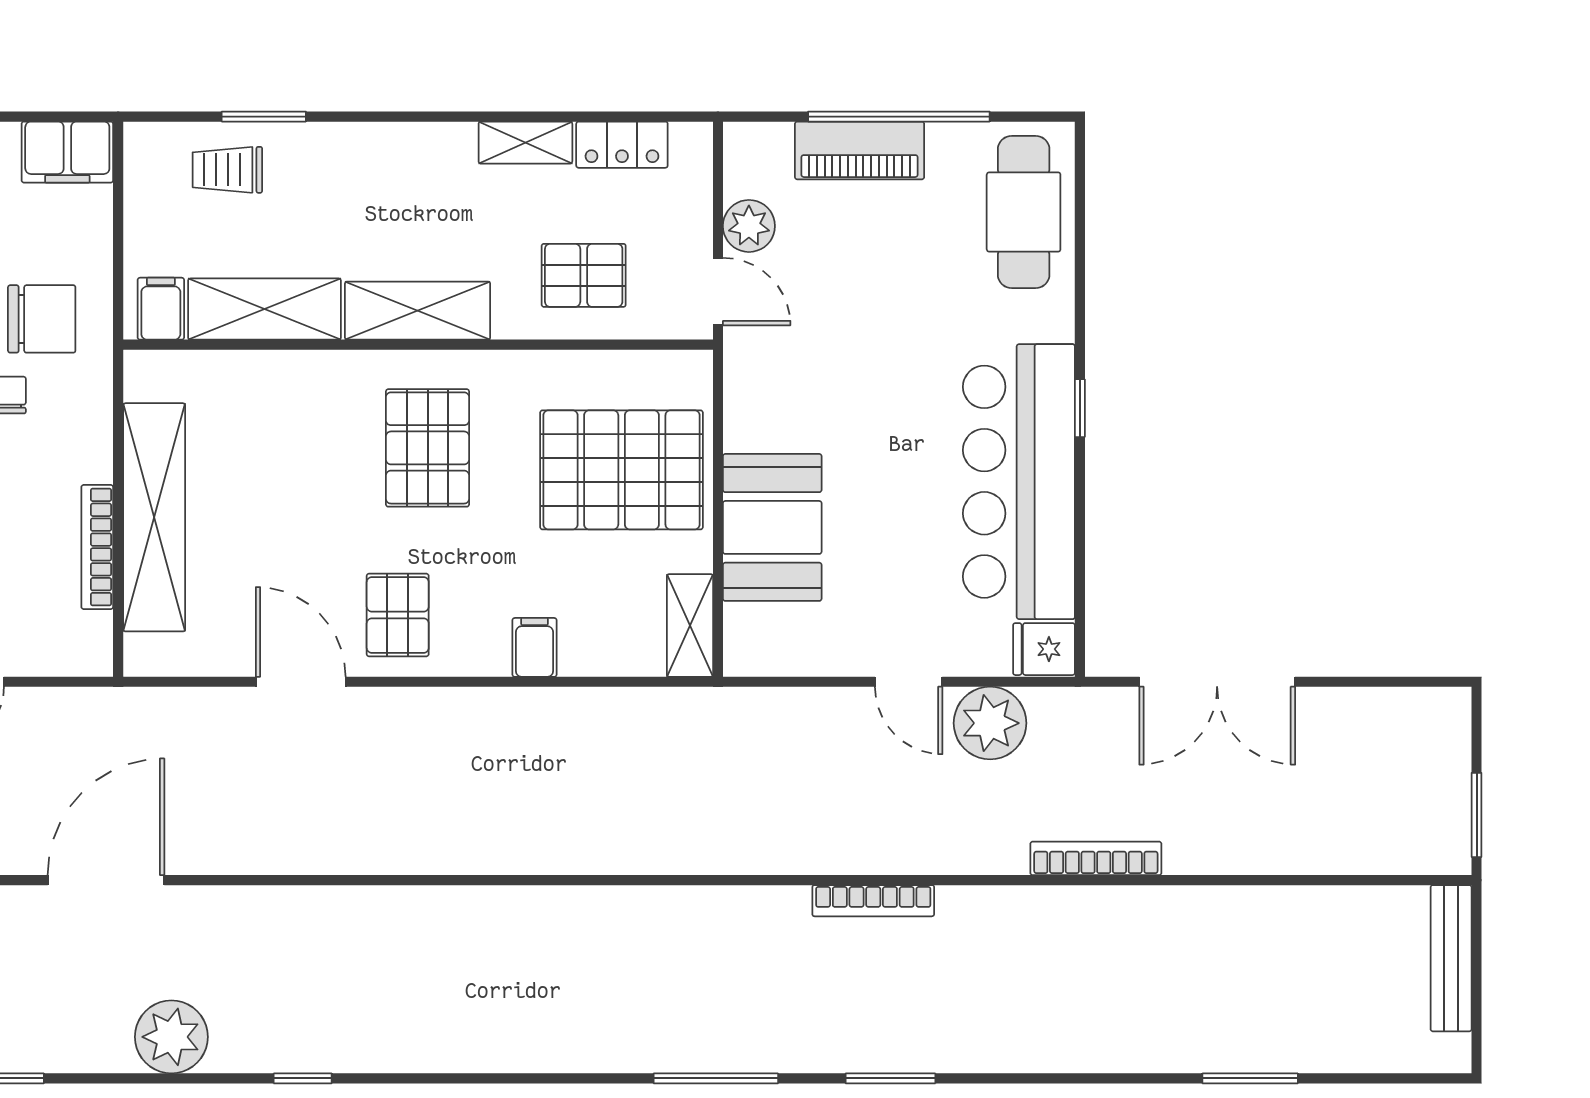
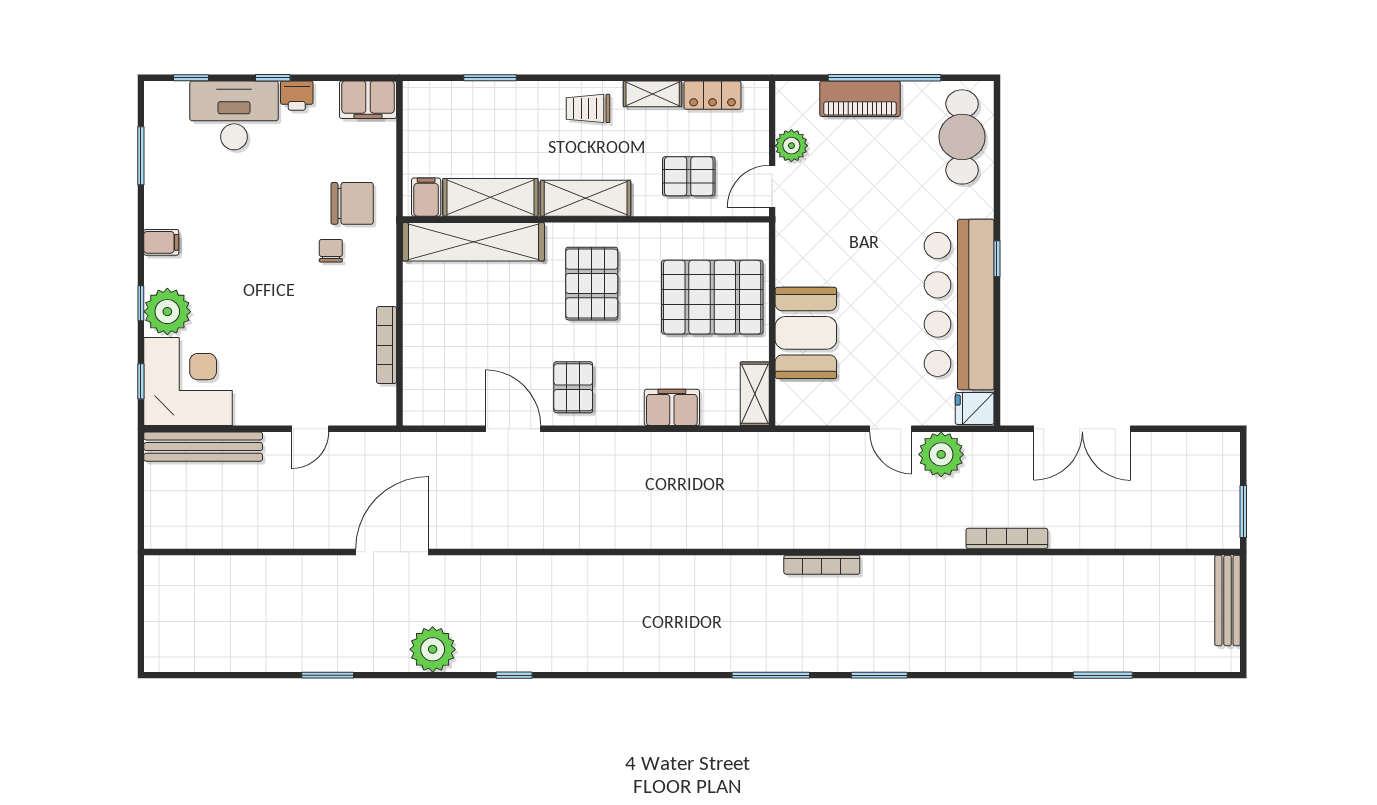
trolley: (227, 170) -> (588, 108), moved
door: (718, 292) -> (772, 186), swing flipped
shelving: (154, 517) -> (473, 242), moved, turned 90
filing cabinet: (534, 647) -> (672, 407), width x2.00
bookcase: (873, 901) -> (822, 565), moved

